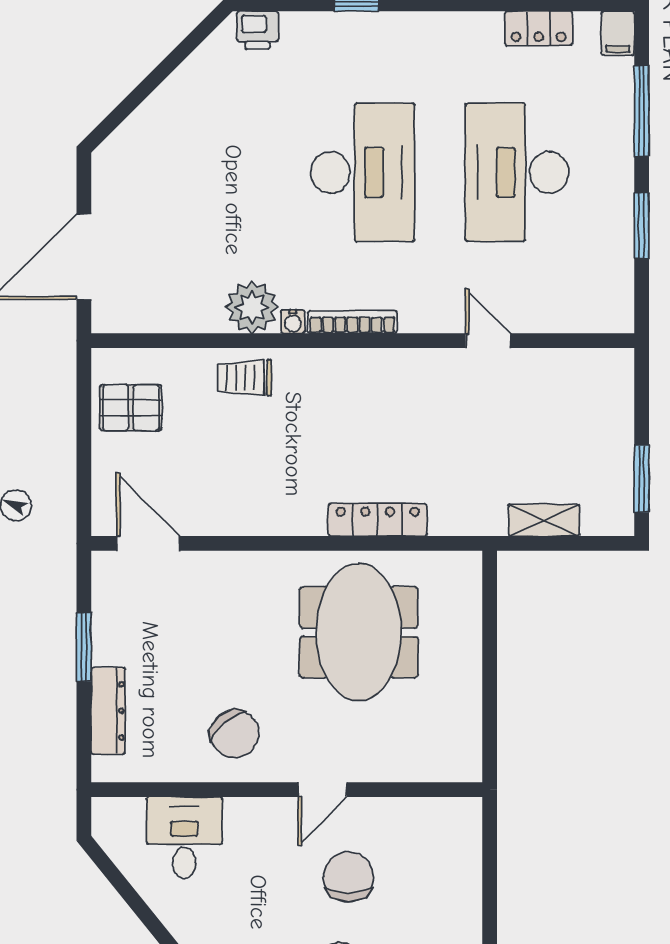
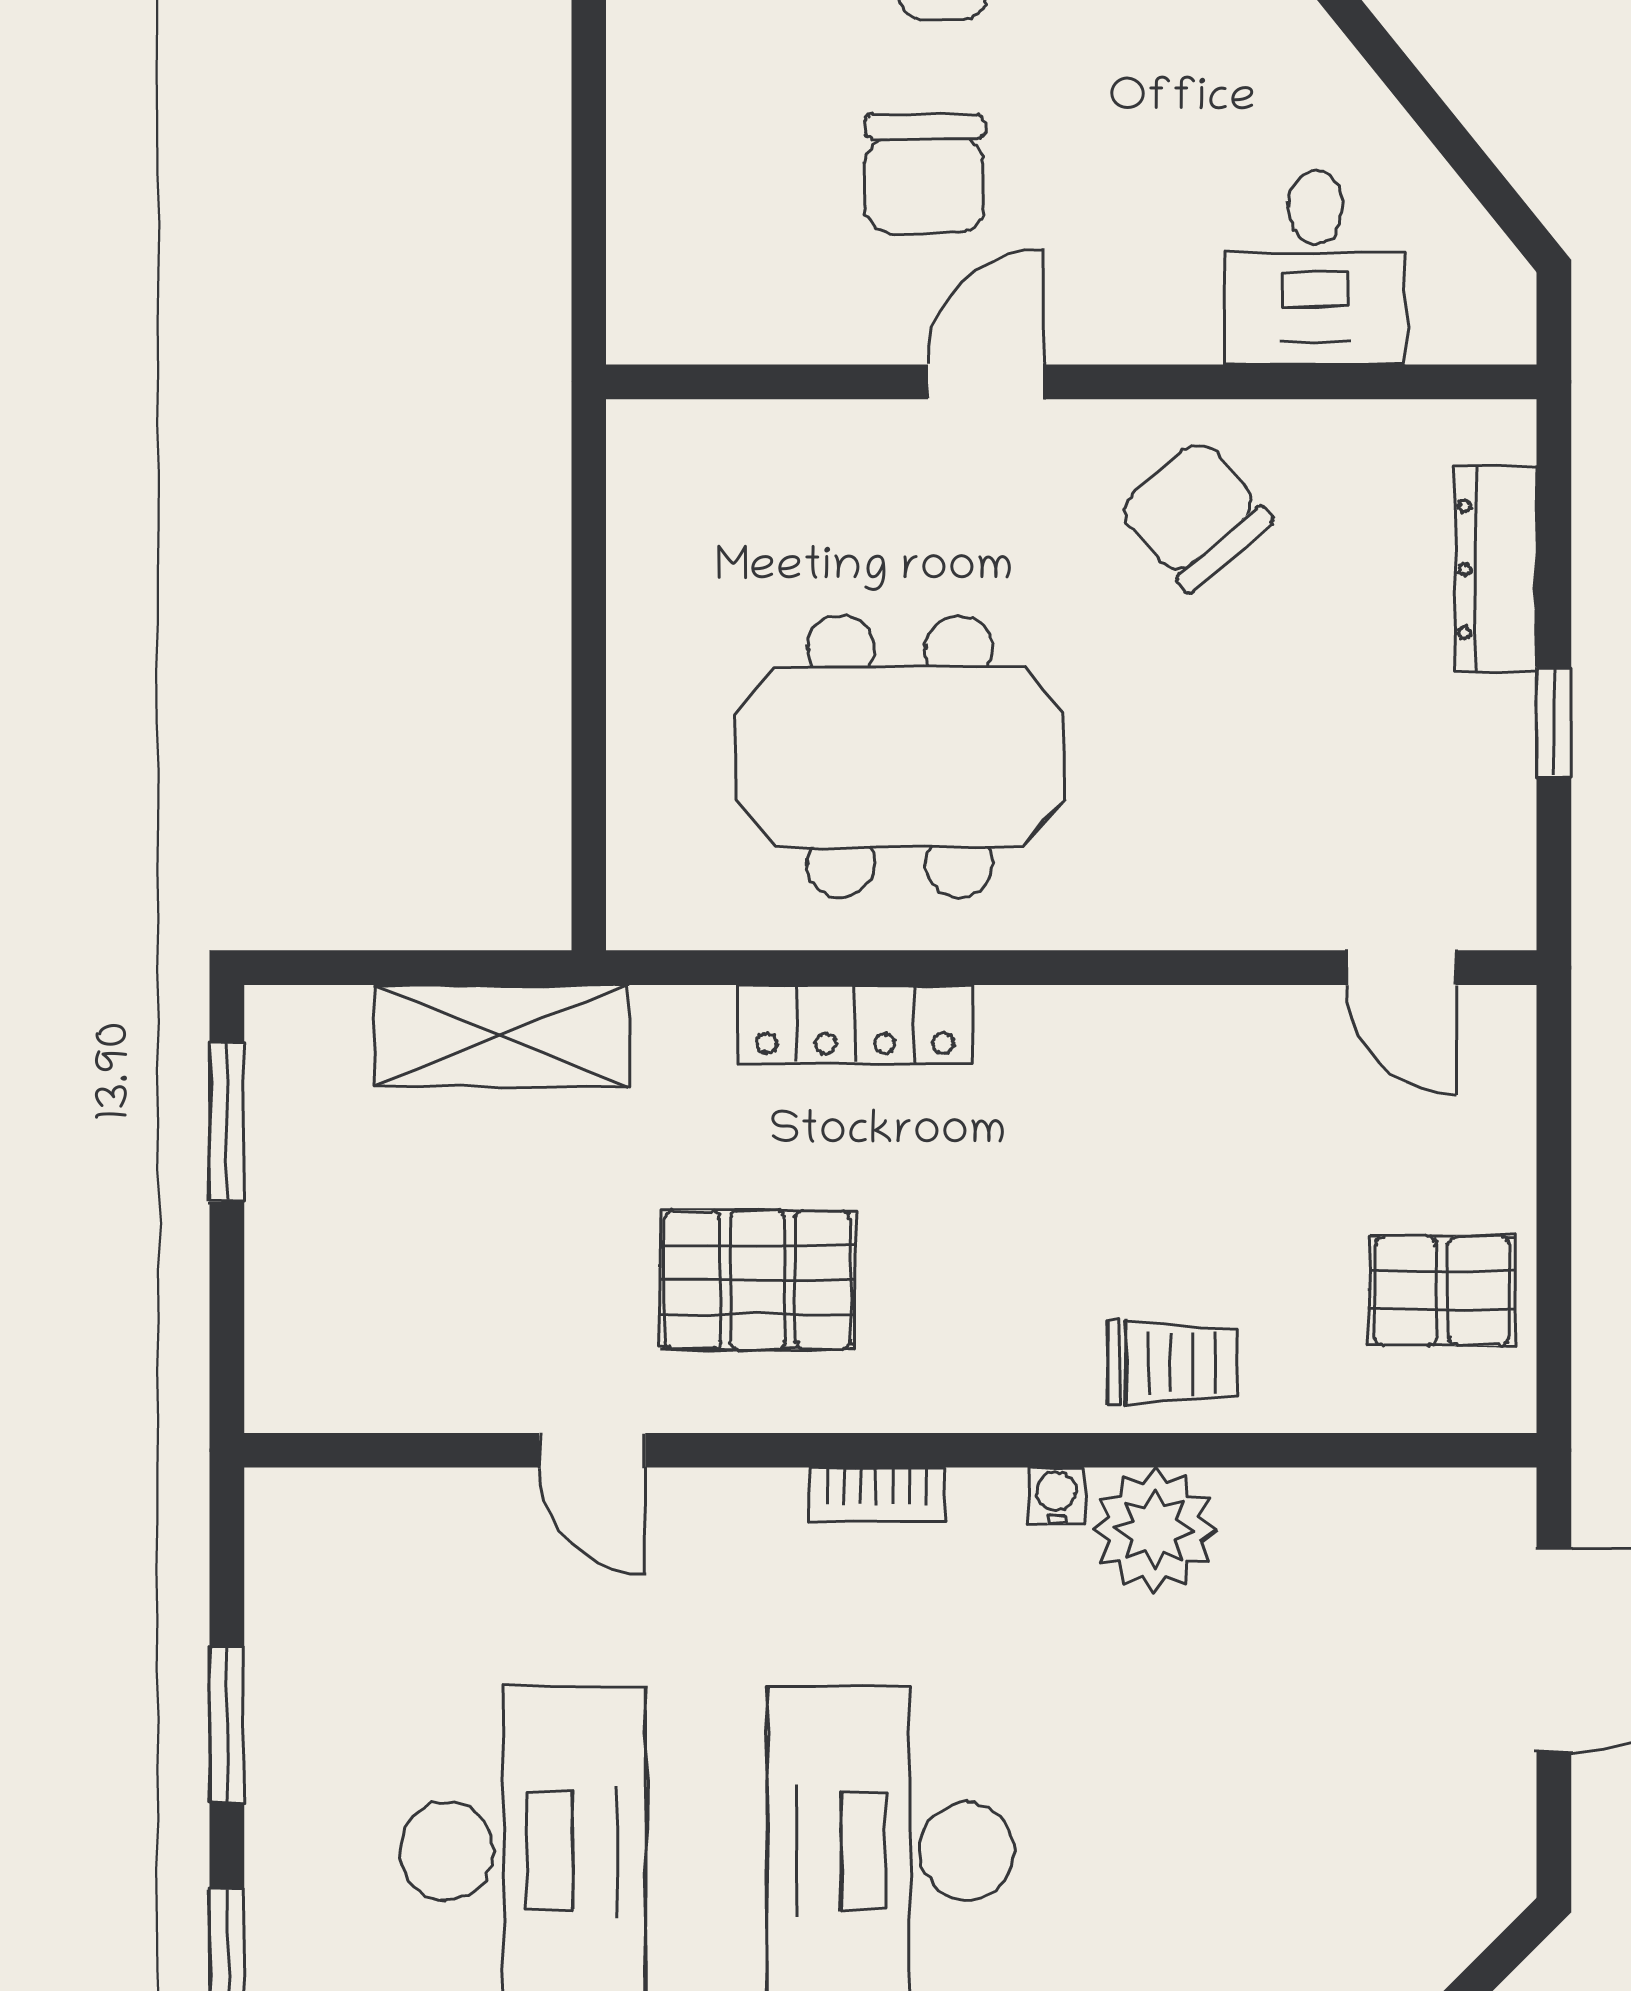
bookcase: (352, 322) -> (877, 1495), width x0.64
pallet: (419, 412) -> (758, 1280), added
shelving: (544, 520) -> (502, 1036), width x1.50, depth x1.33
door: (148, 543) -> (1401, 968), width x0.73
meeting table: (359, 632) -> (900, 756), turned 90
window: (84, 647) -> (1554, 722), width x0.67

